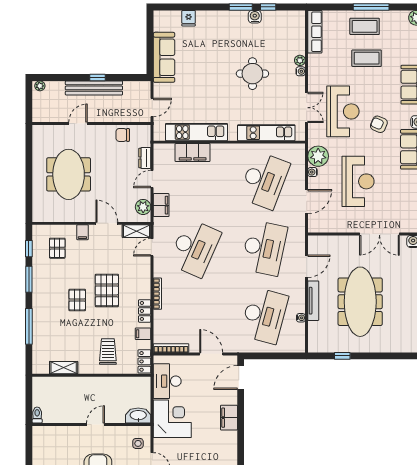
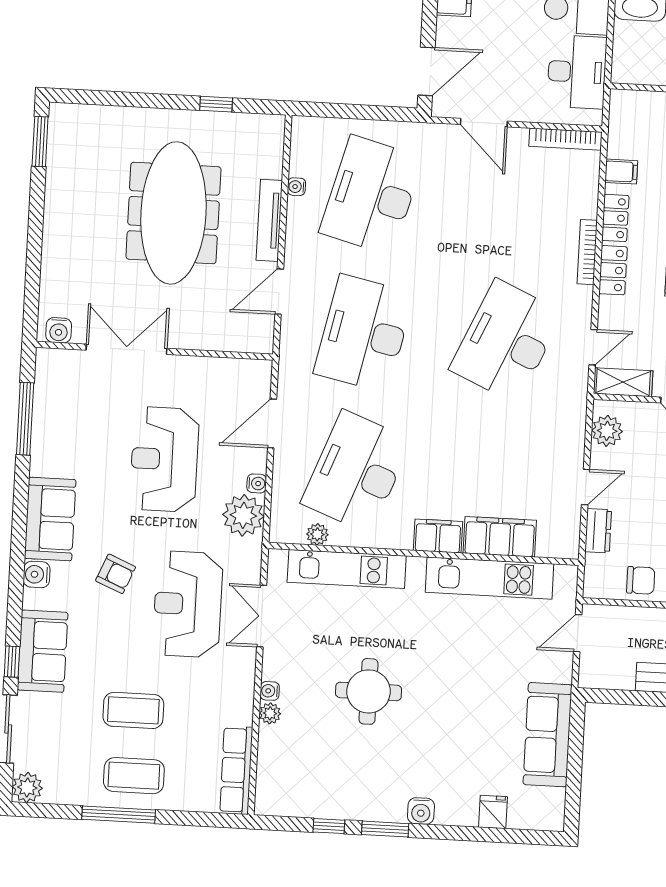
water cooler: (255, 17) -> (421, 811), moved
plant: (282, 149) -> (317, 534), added
filing cabinet: (161, 205) -> (438, 536), moved, turned 90
locker: (144, 361) -> (613, 270), moved

